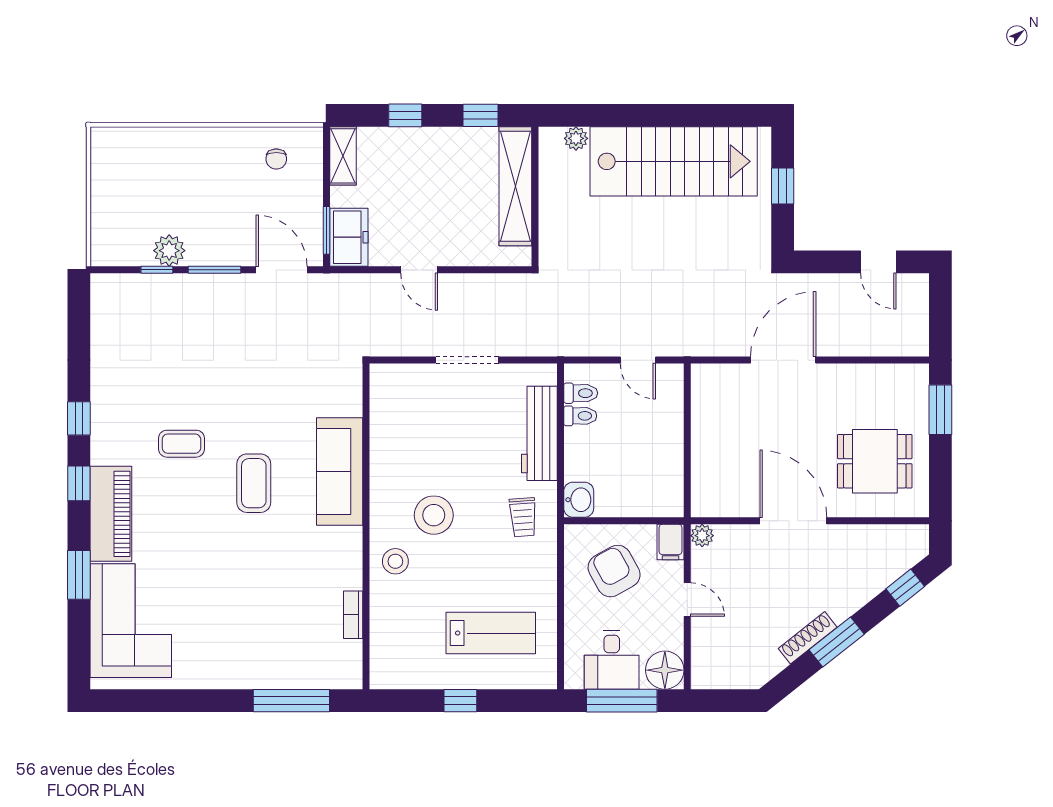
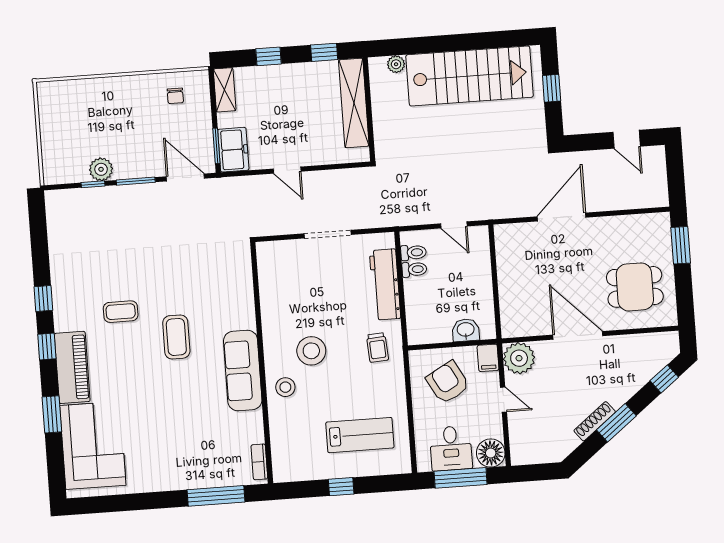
sofa: (340, 471) -> (243, 371), moved
washbasin: (579, 500) -> (466, 330), moved, turned -90
plant: (702, 536) -> (519, 358), width x1.87, depth x1.87
bookcase: (353, 615) -> (259, 462), moved

